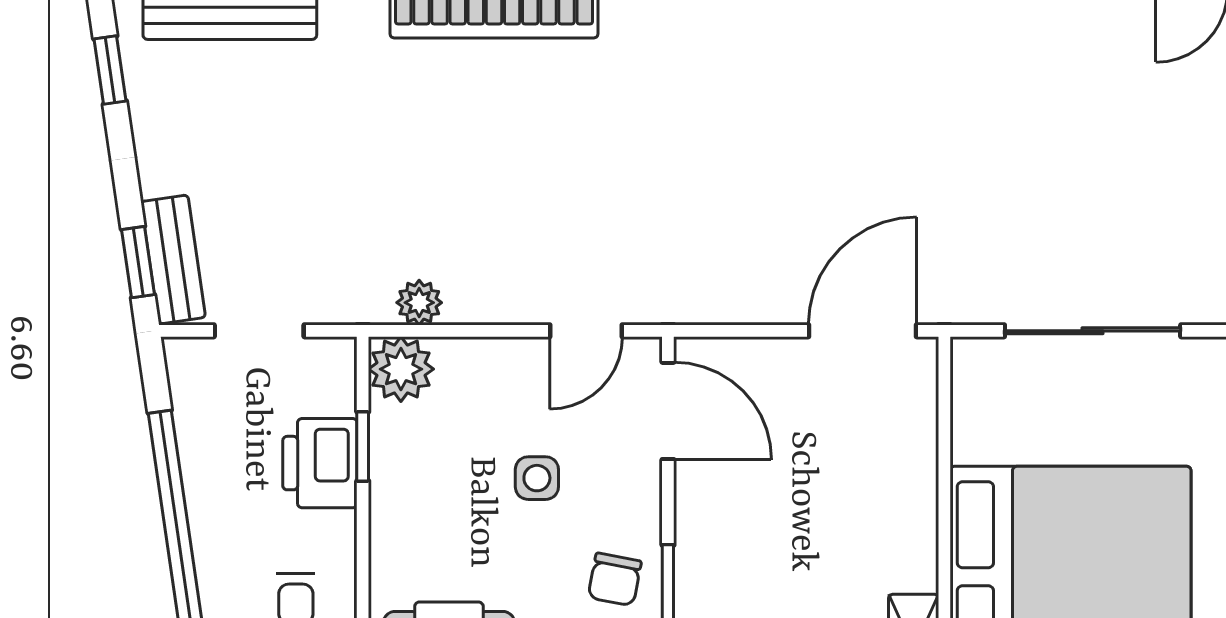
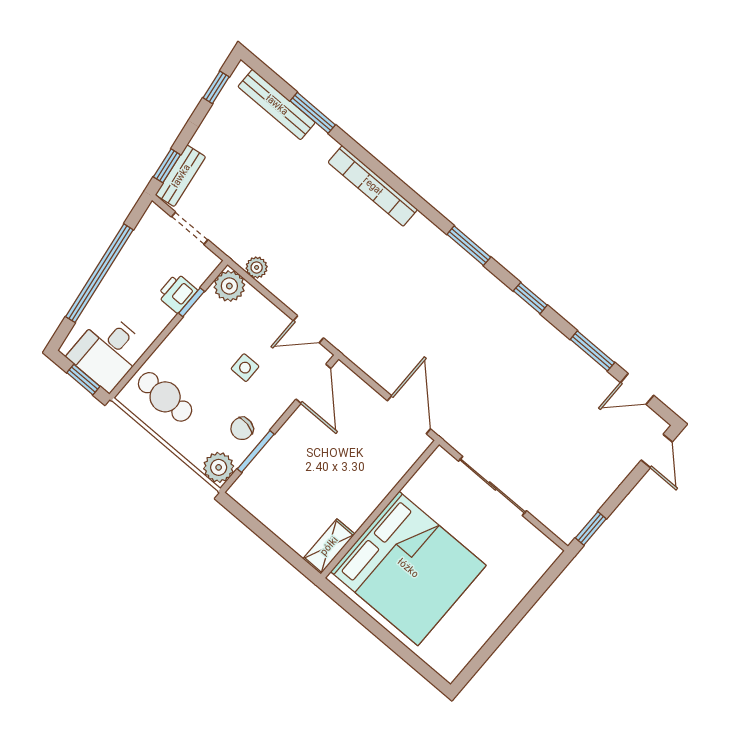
door: (862, 331) -> (409, 415), hinge flipped
printer: (320, 463) -> (177, 293), width x0.73, depth x0.81

